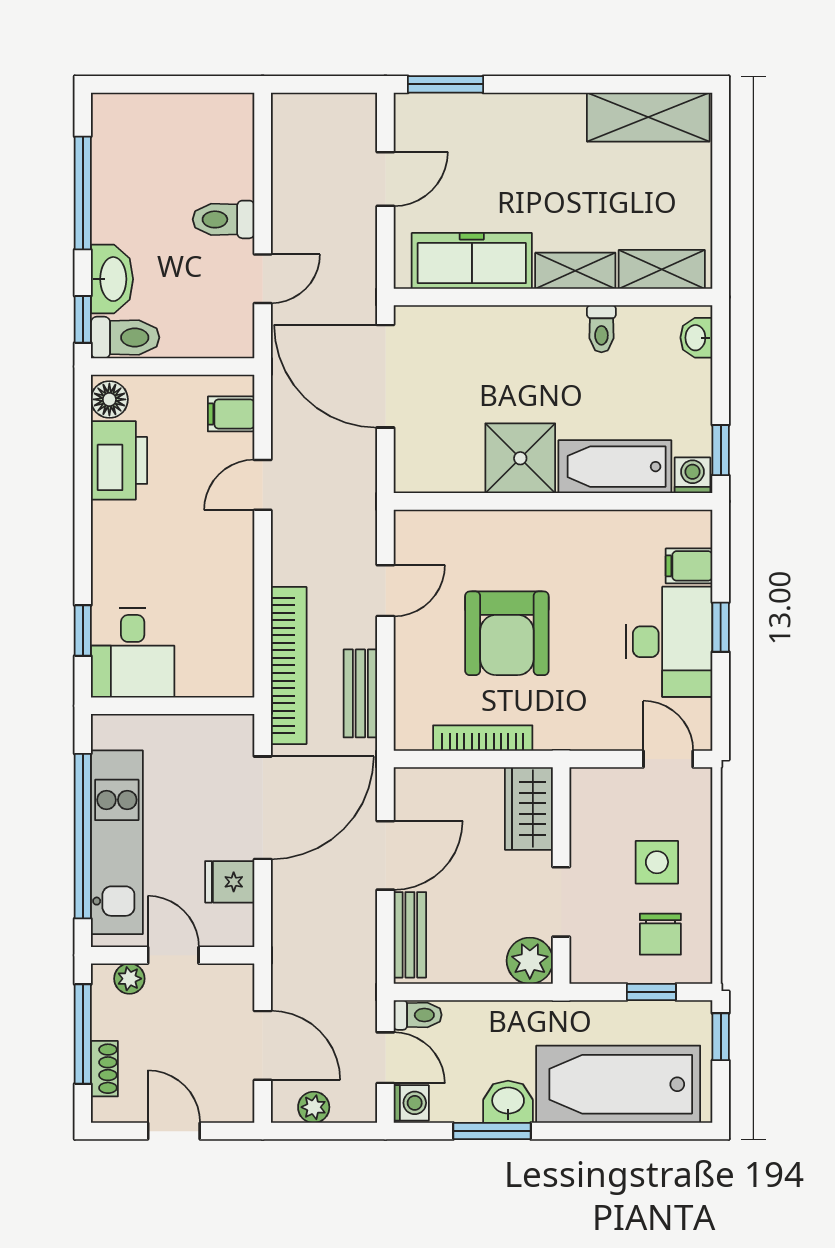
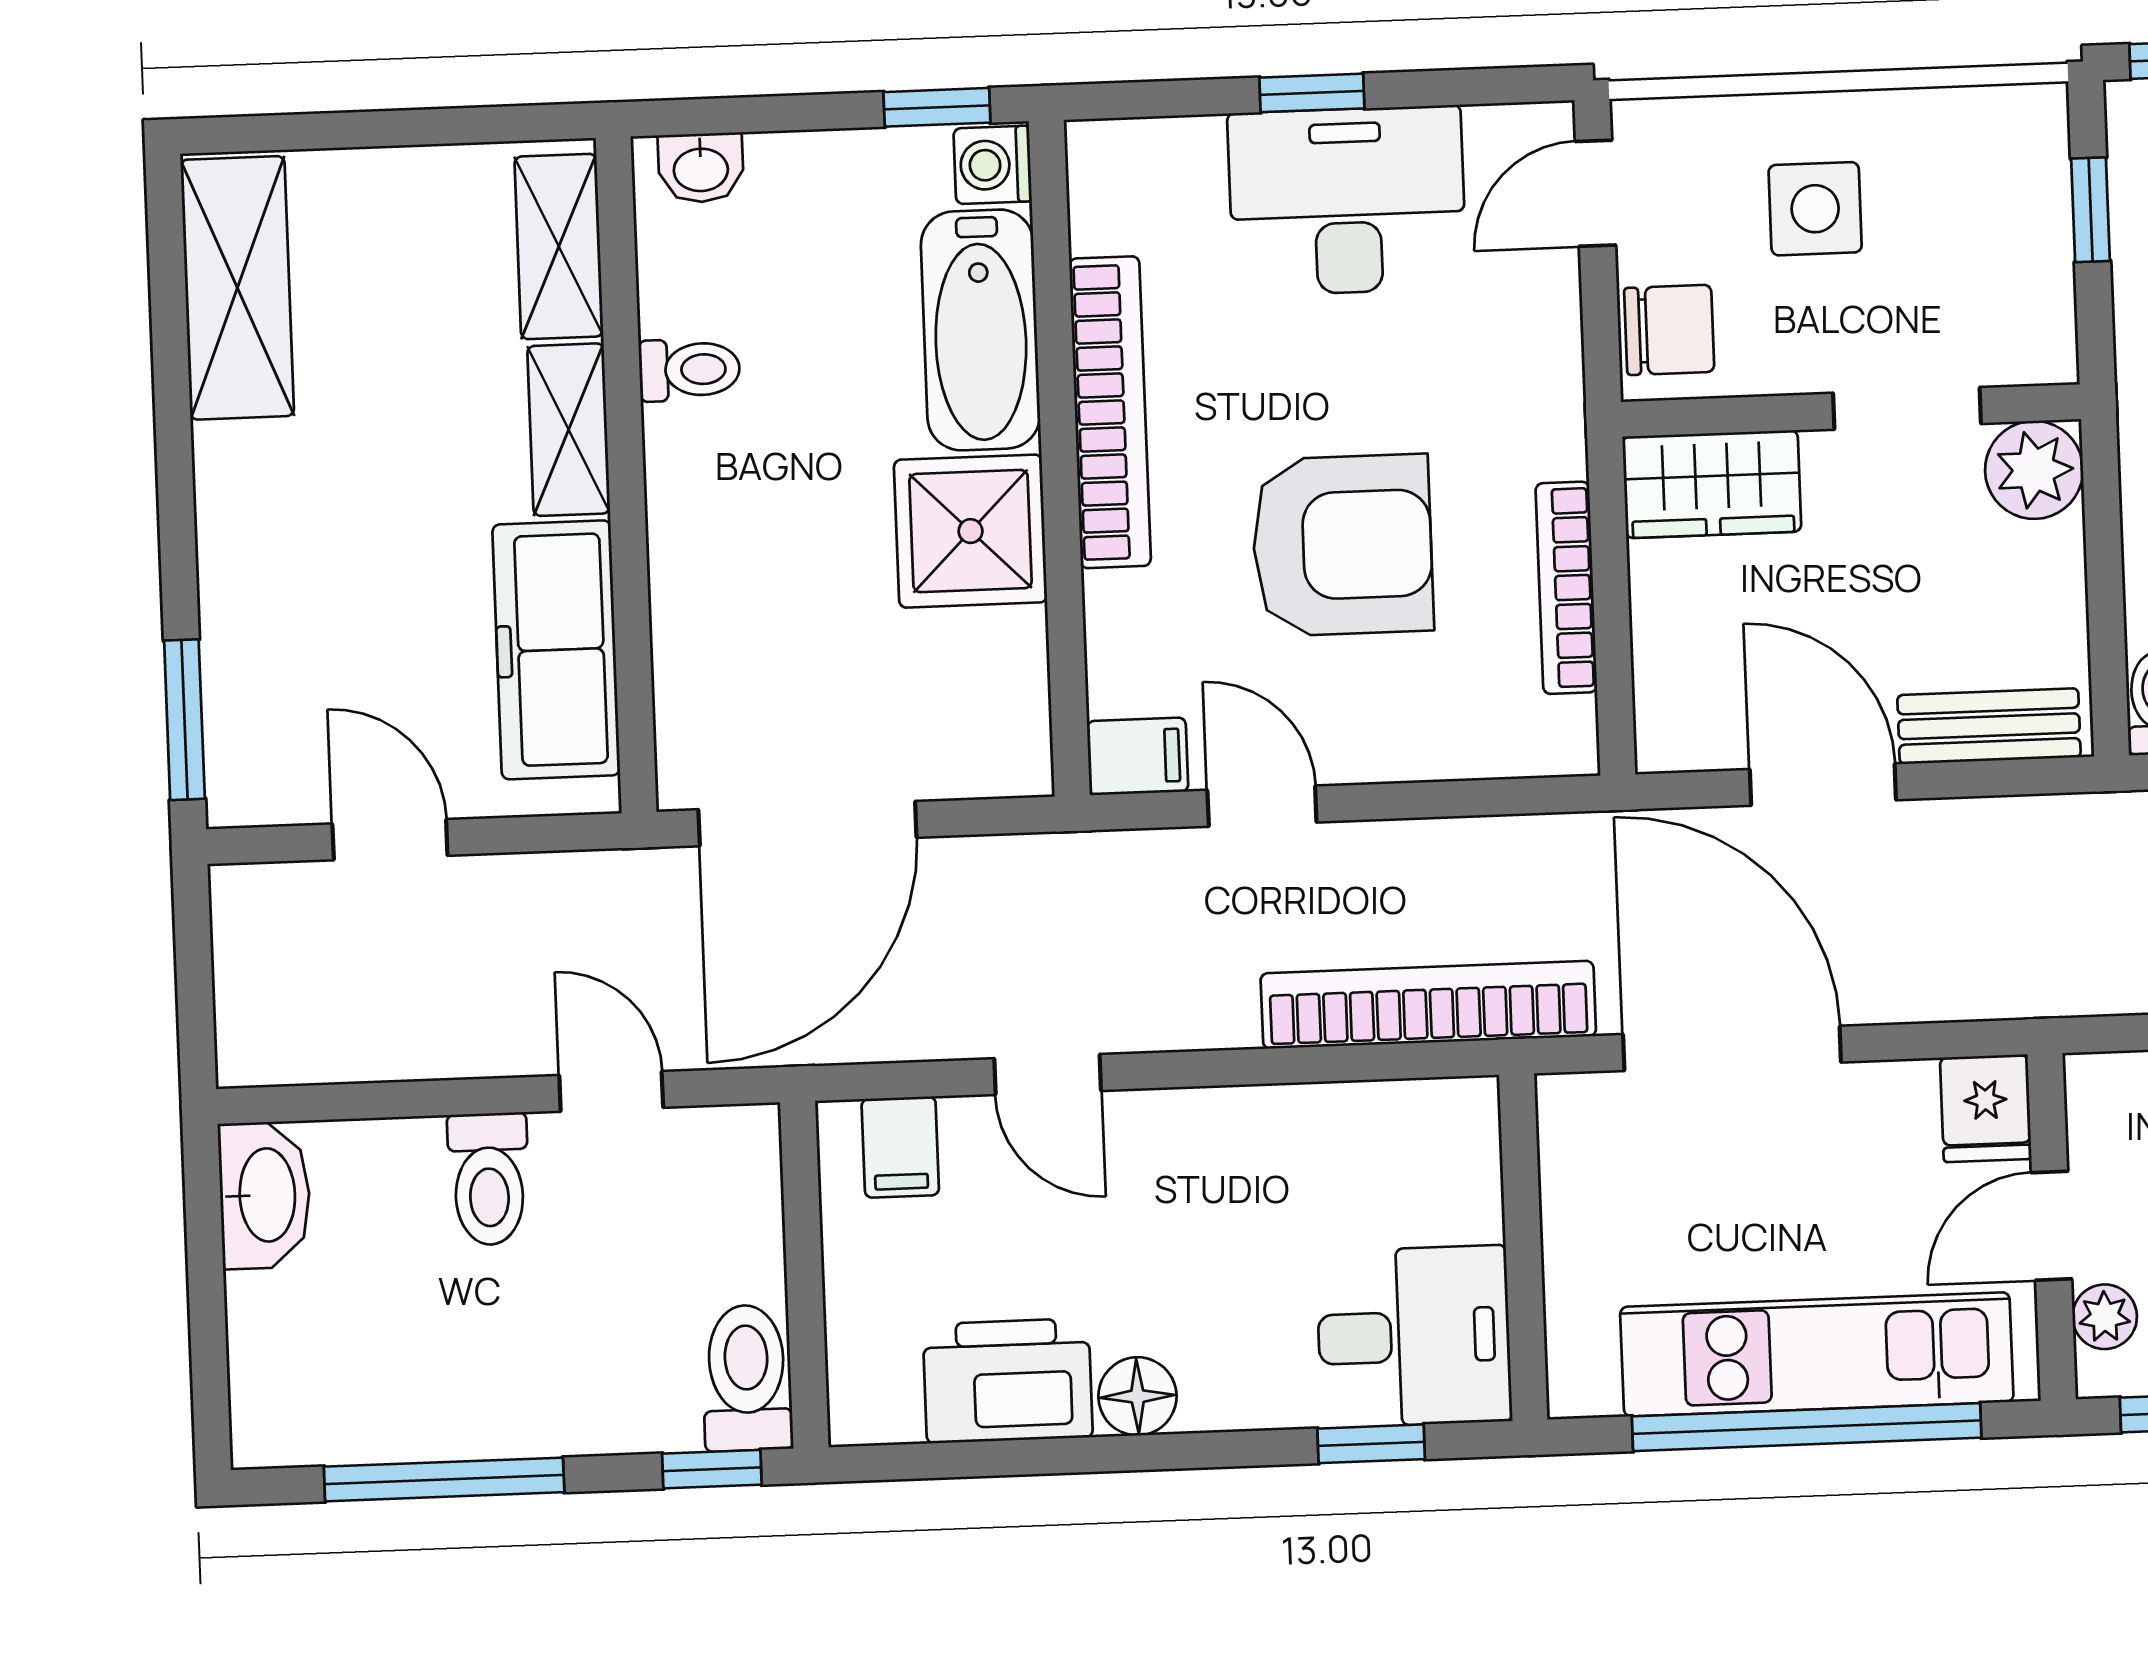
washbasin: (112, 279) -> (265, 1195), moved, turned 90
floor lamp: (109, 399) -> (1137, 1396), moved
bookcase: (574, 526) -> (1110, 412), added
filing cabinet: (689, 566) -> (1138, 756), moved, turned -90
bench: (360, 693) -> (1482, 851), removed
fridge: (230, 882) -> (1986, 1108), moved
chair: (660, 934) -> (1669, 330), moved

